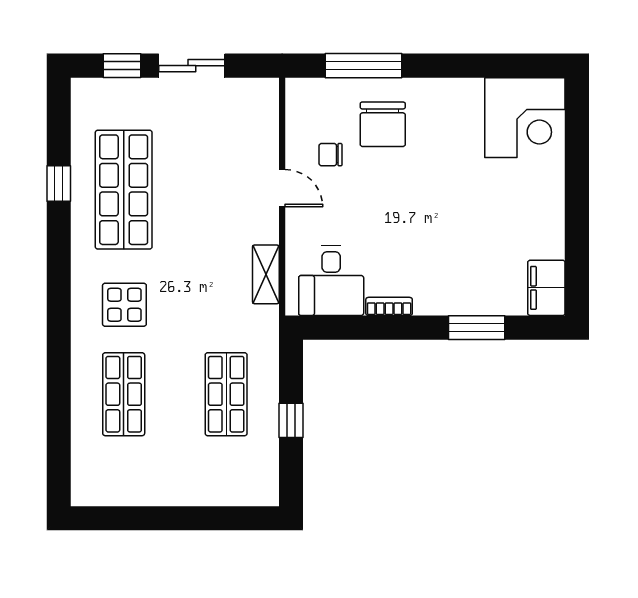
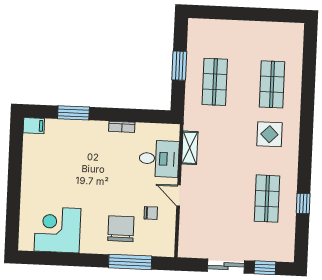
corner desk: (525, 118) -> (57, 230), moved
shop shelf: (124, 190) -> (267, 199), width x0.70, depth x0.74
desk: (331, 281) -> (159, 159), moved, turned 90
filing cabinet: (546, 288) -> (34, 126), width x0.50
window: (291, 420) -> (179, 66), width x1.50

